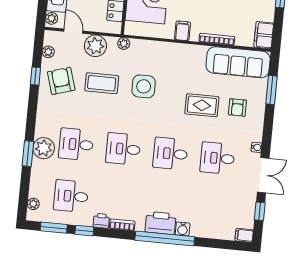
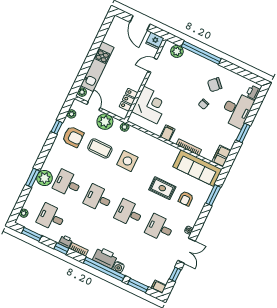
armchair: (61, 81) -> (73, 137), turned 107
window: (84, 231) -> (61, 249), moved
window: (217, 244) -> (138, 286), added

